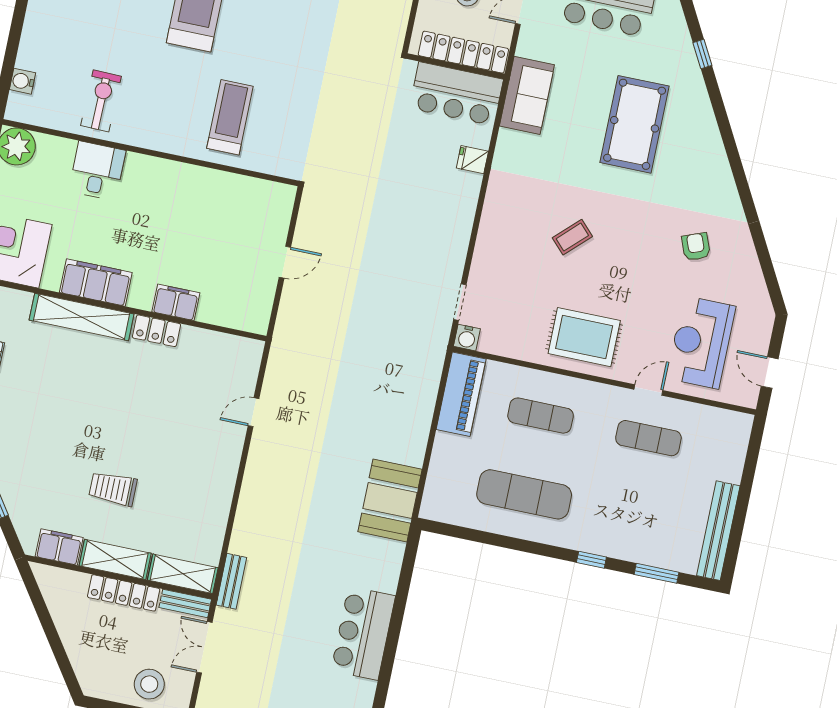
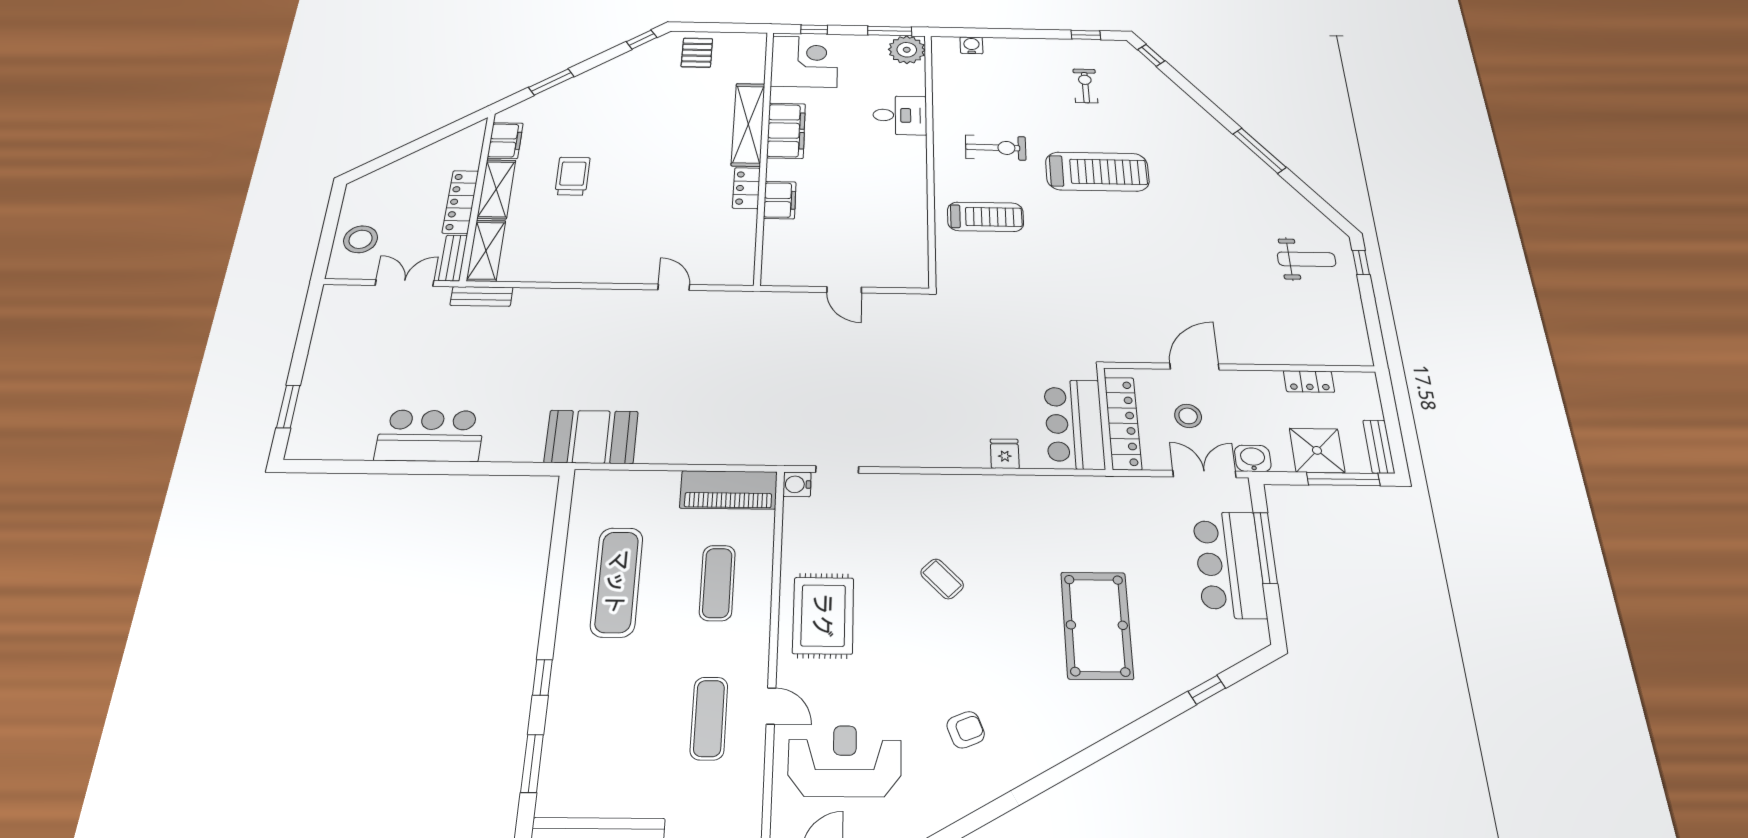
sofa: (527, 95) -> (1095, 498), removed
exercise bike: (101, 101) -> (996, 148), moved
pool table: (635, 124) -> (1097, 625), turned 90

